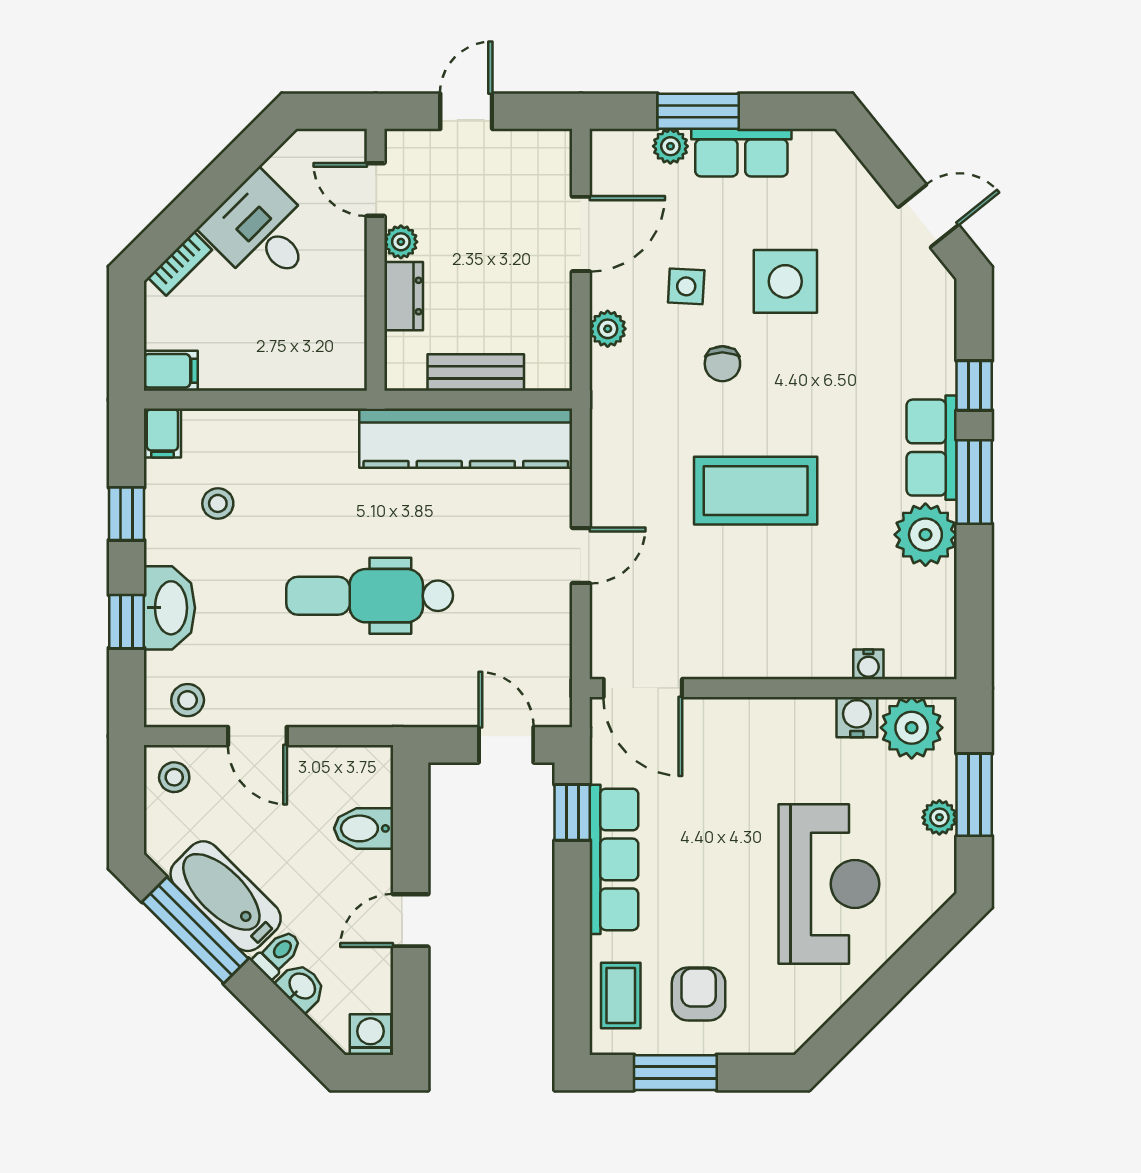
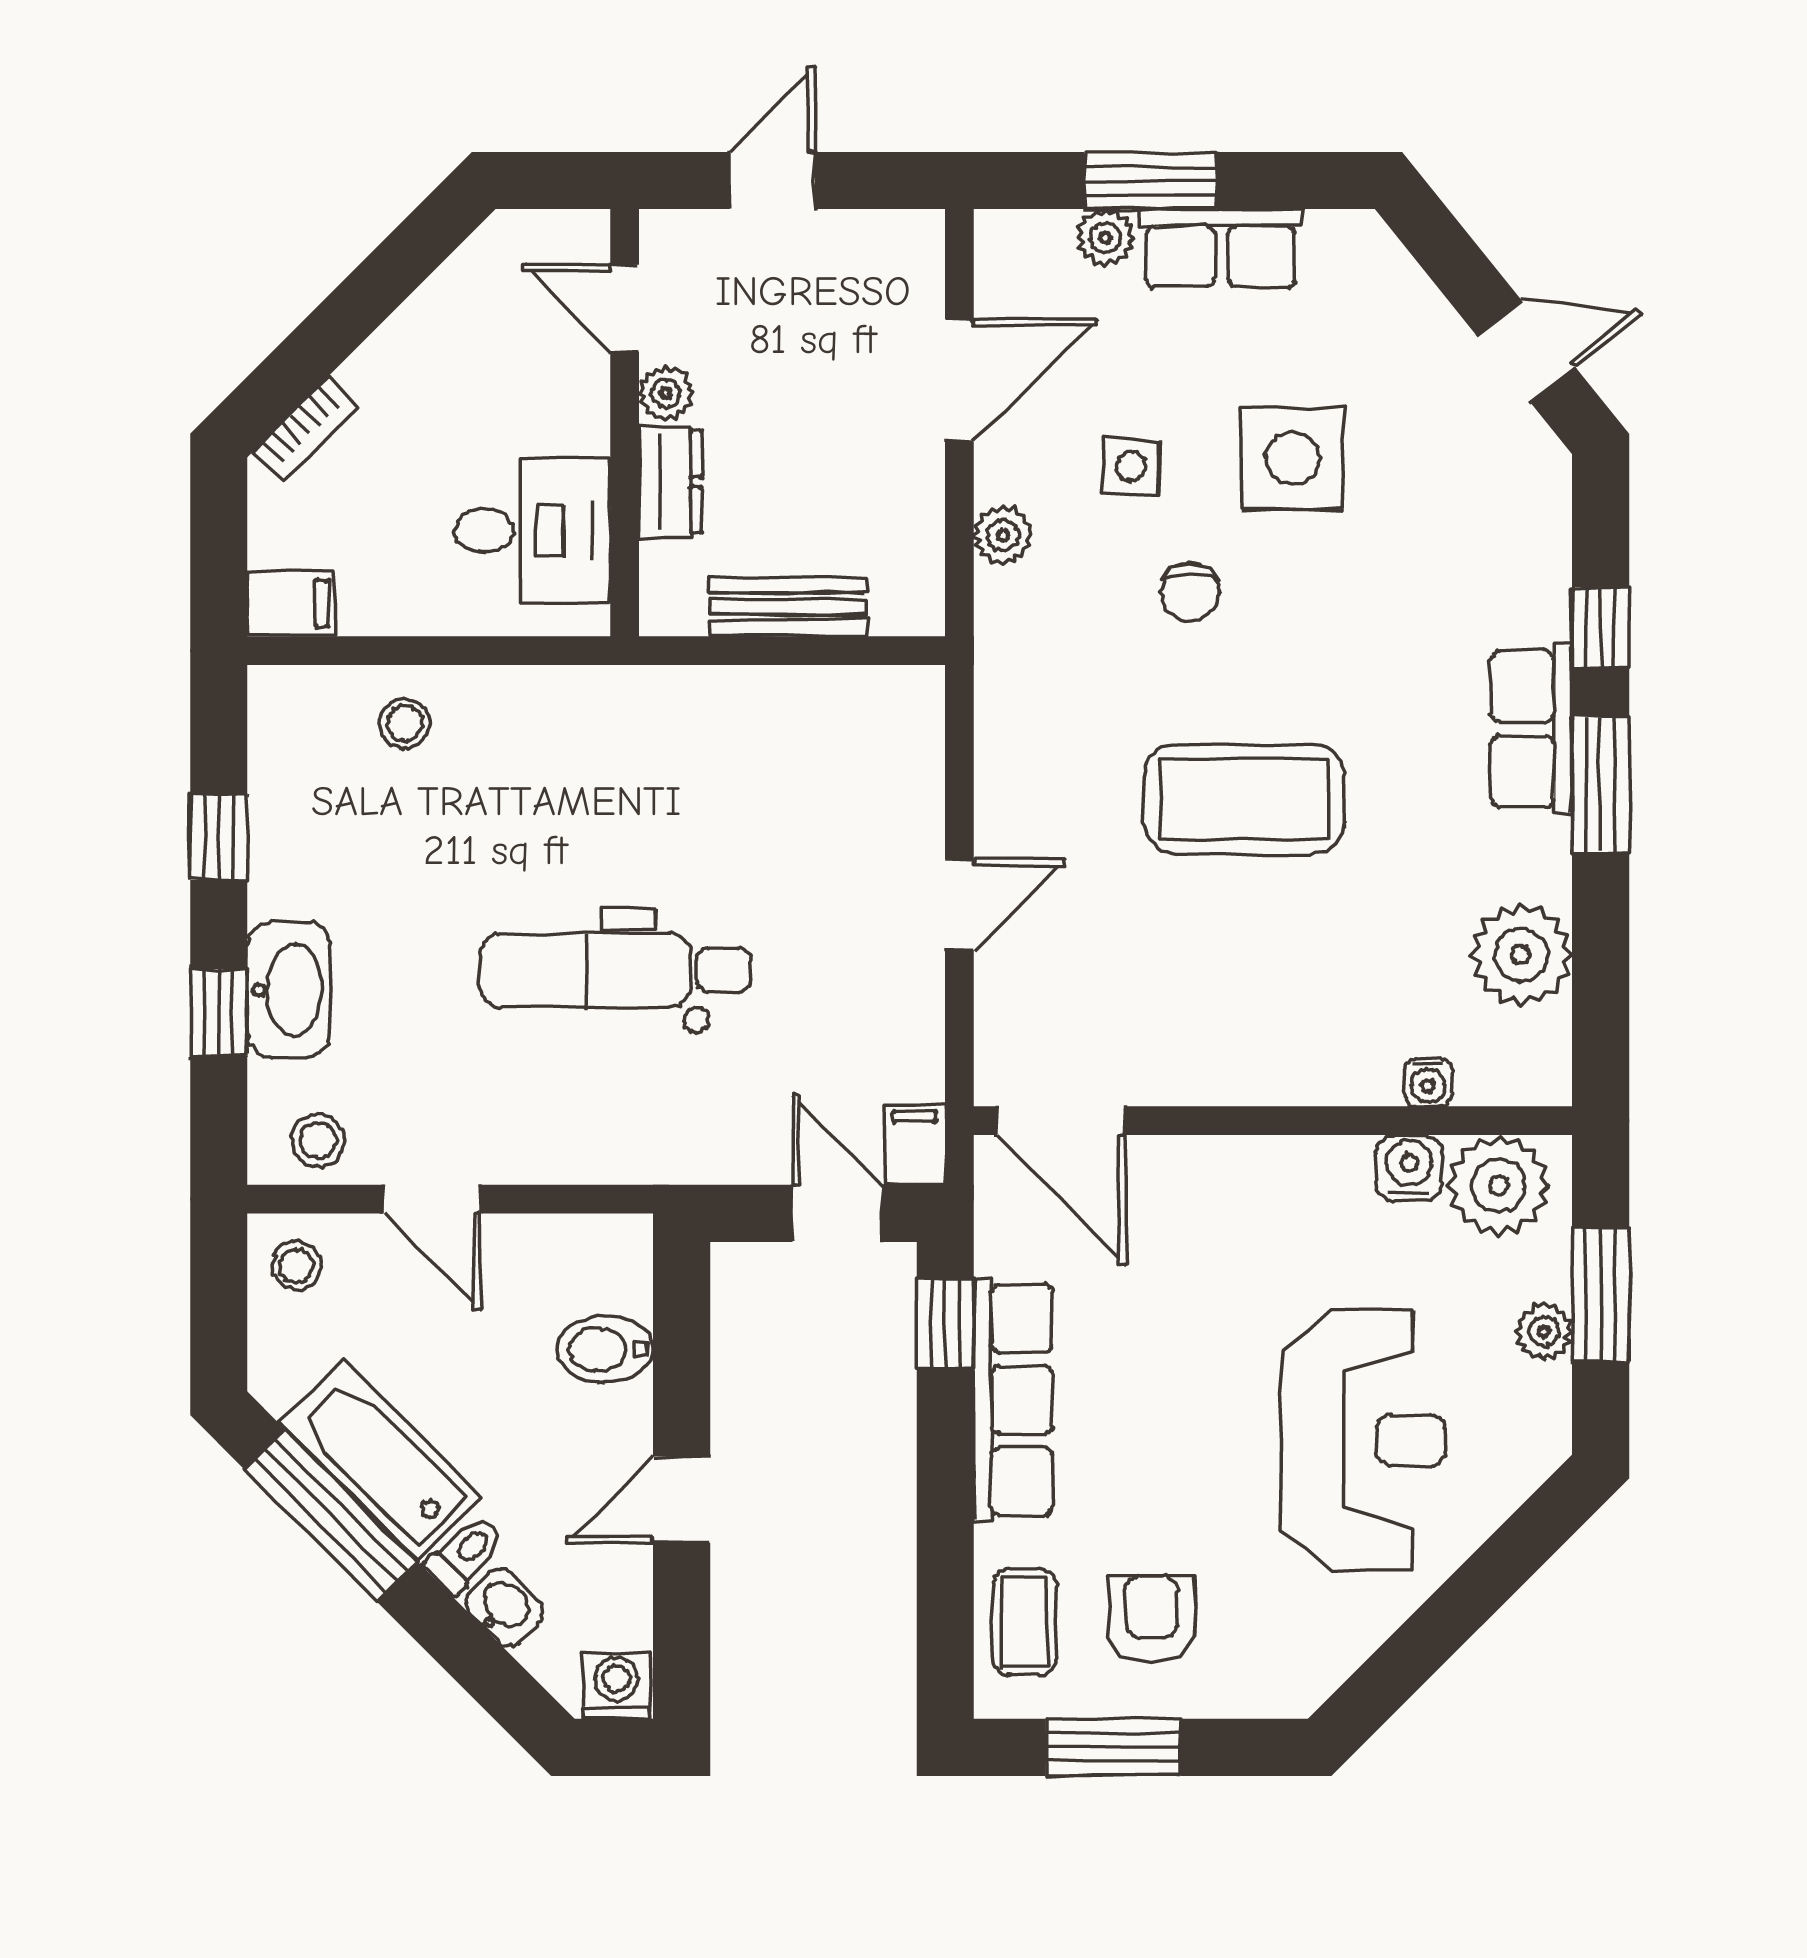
desk: (261, 231) -> (532, 530), moved, turned 135
filing cabinet: (162, 433) -> (915, 1145), moved, turned 180
kitchen counter: (466, 438) -> (772, 713), removed
stool: (218, 503) -> (405, 724), moved
plant: (925, 535) -> (1521, 955), moved

